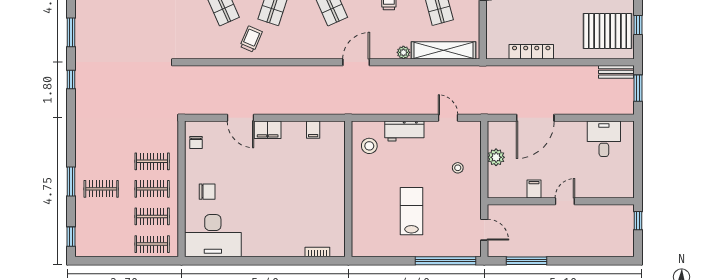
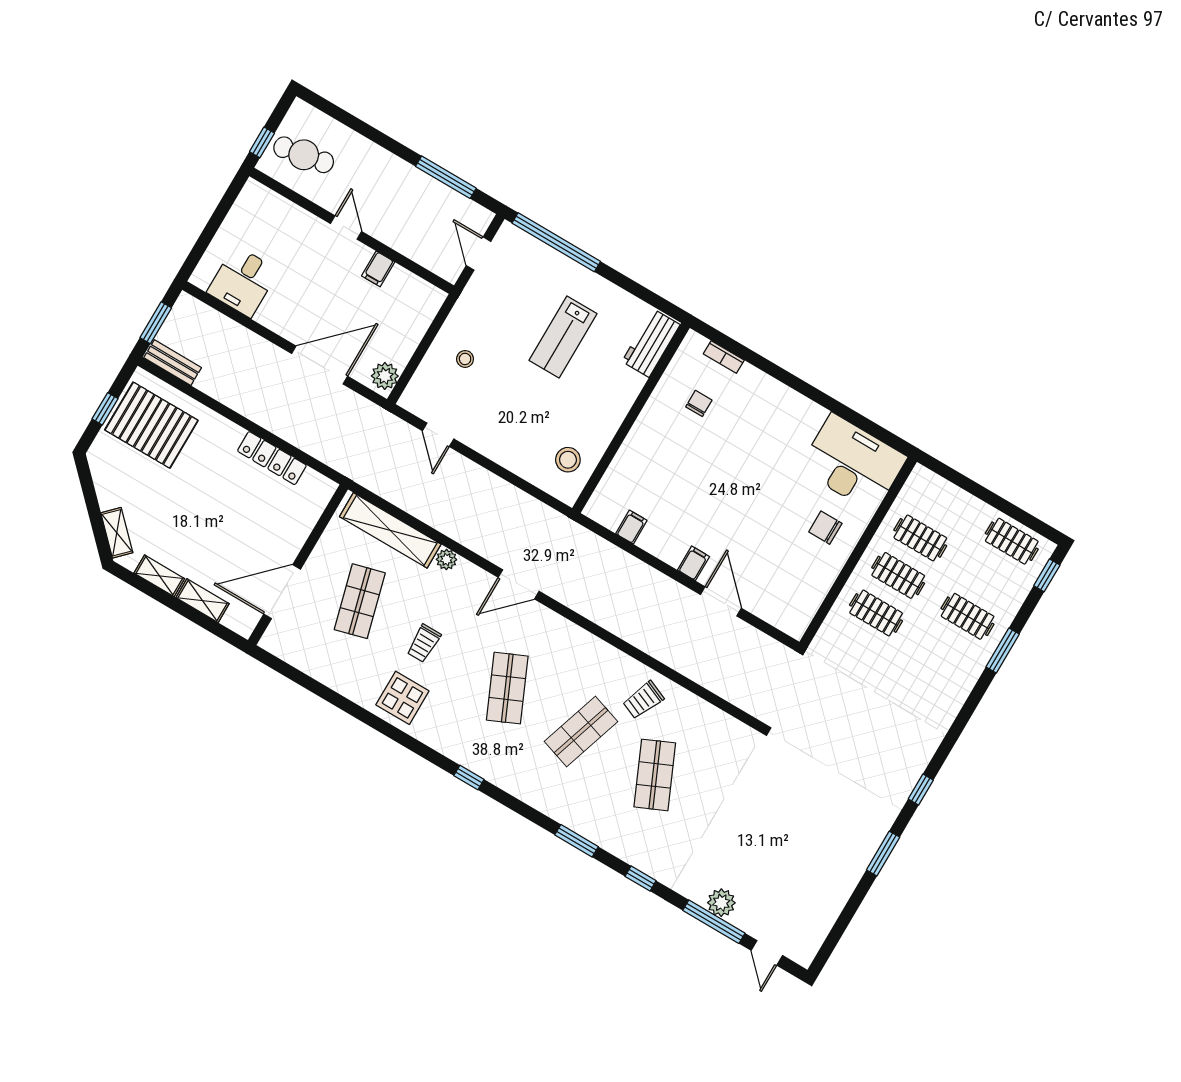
filing cabinet: (268, 130) -> (694, 563), width x0.50
workbench: (404, 131) -> (651, 343), moved, turned -90
chair: (196, 143) -> (699, 403), moved
plant: (496, 157) -> (385, 376), moved
door: (565, 201) -> (346, 228), swing flipped
cafe table: (611, 227) -> (304, 155), added
clothes rail: (152, 244) -> (1012, 541), moved

